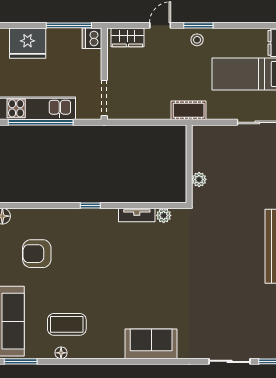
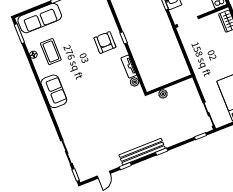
cot: (189, 110) -> (200, 72), removed
armchair: (37, 254) -> (105, 42), moved
sofa: (151, 344) -> (54, 91), moved

